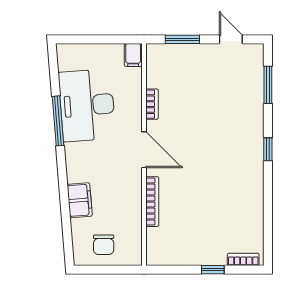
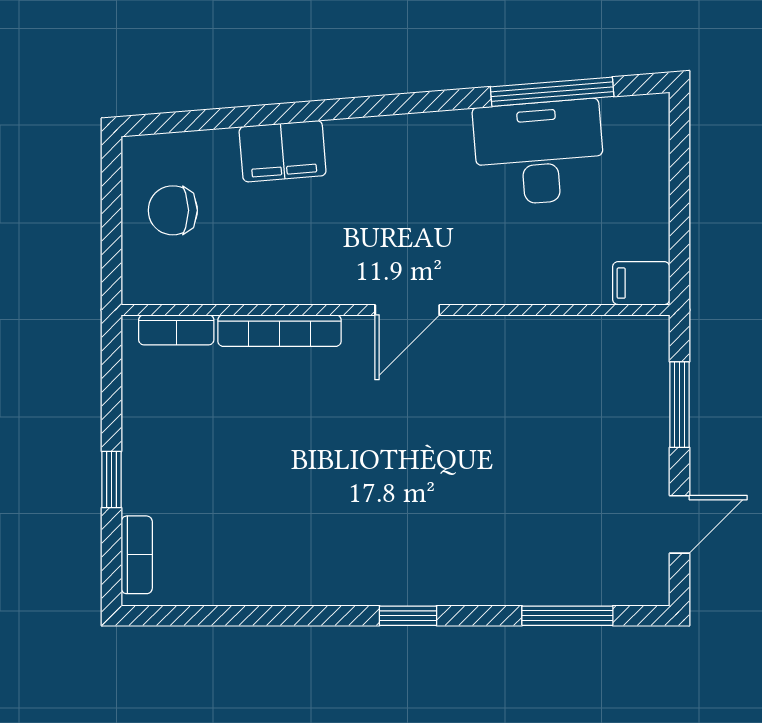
bookcase: (152, 104) -> (176, 330), moved
desk: (87, 105) -> (539, 153), width x0.73, depth x0.77
window: (58, 121) -> (552, 92), moved
door: (144, 150) -> (407, 310), width x0.73

